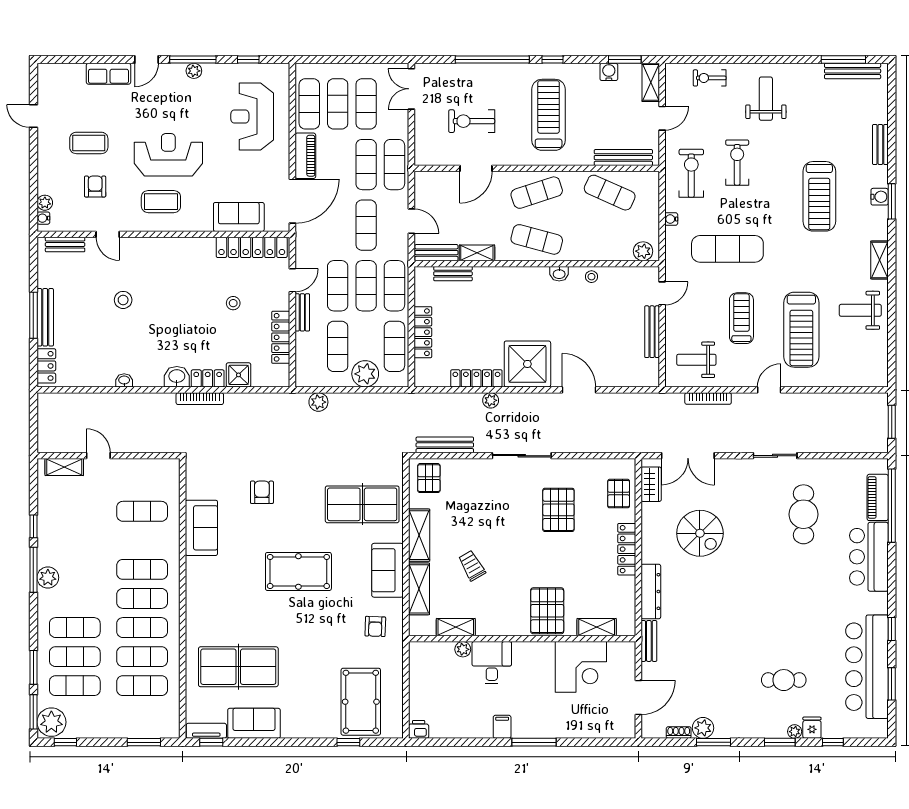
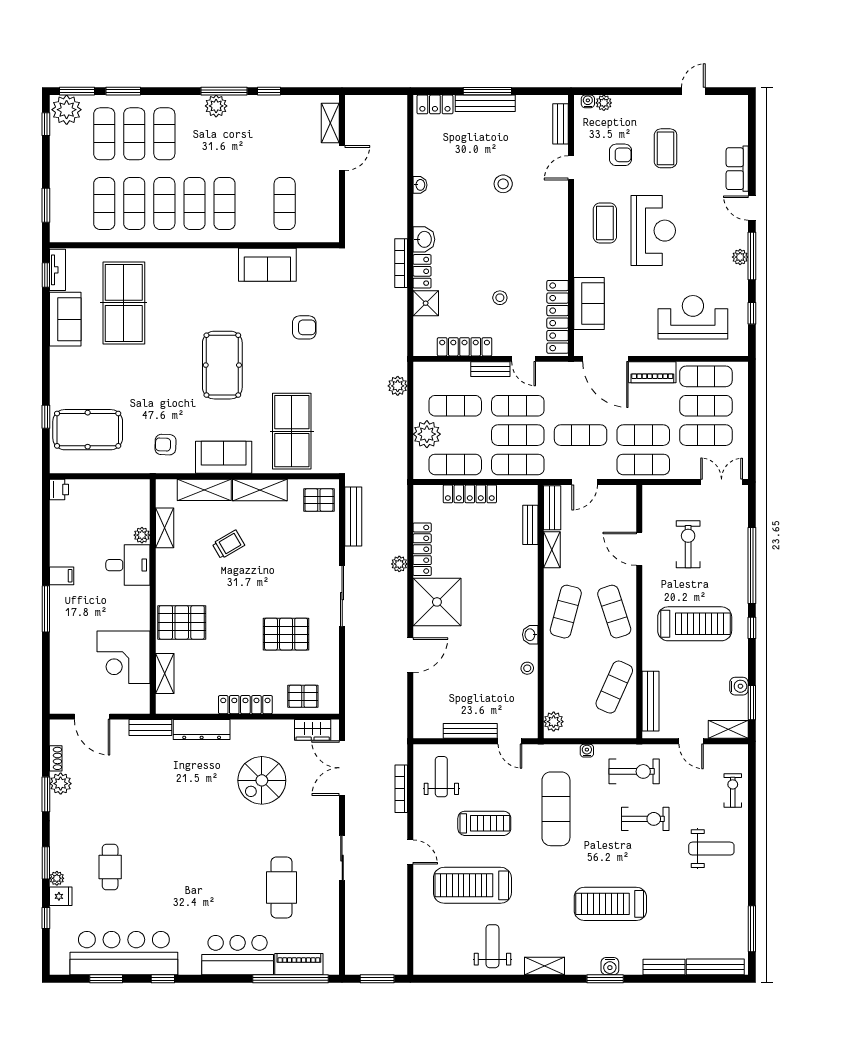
bench: (853, 71) -> (715, 967), moved, turned 90
cafe table: (803, 514) -> (281, 887), turned 90

